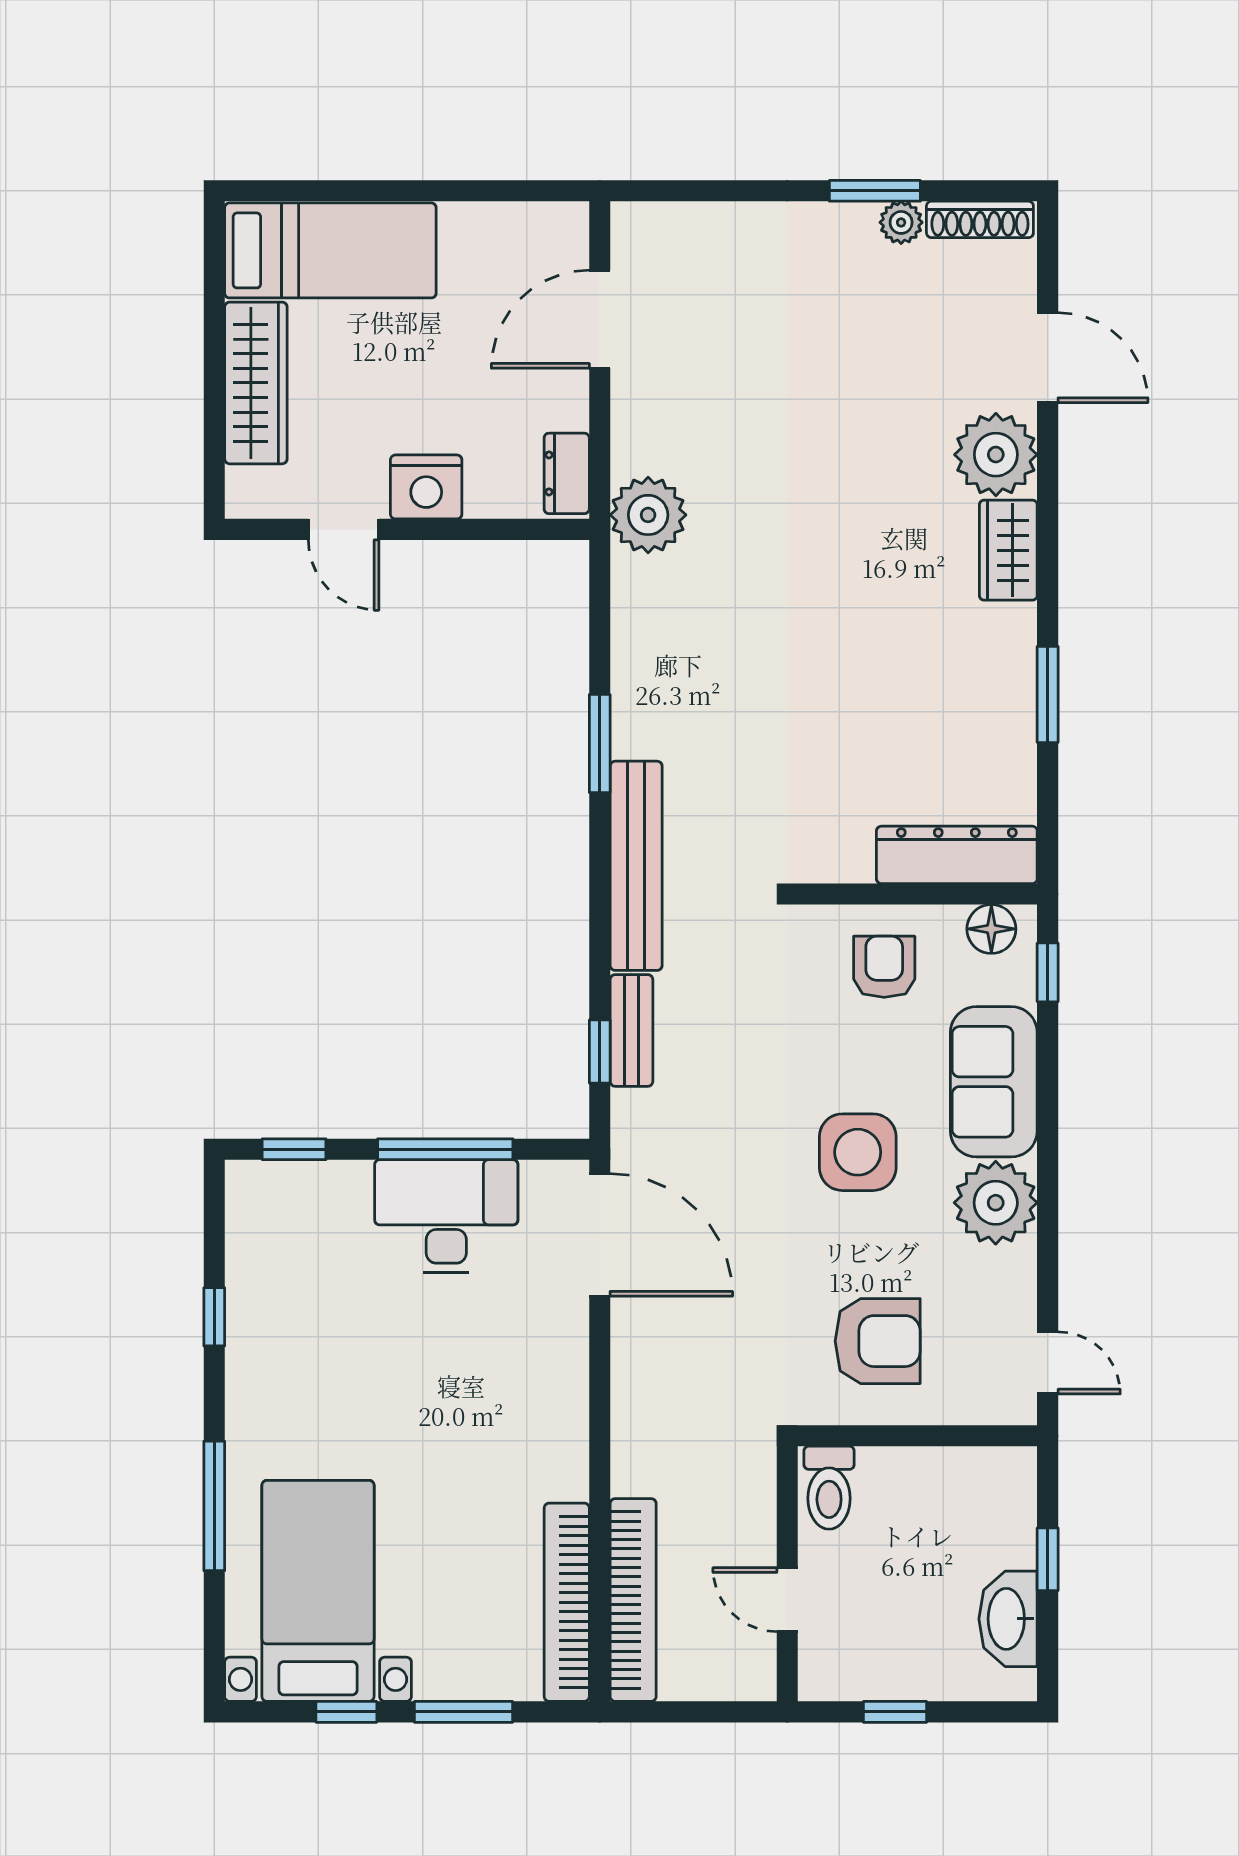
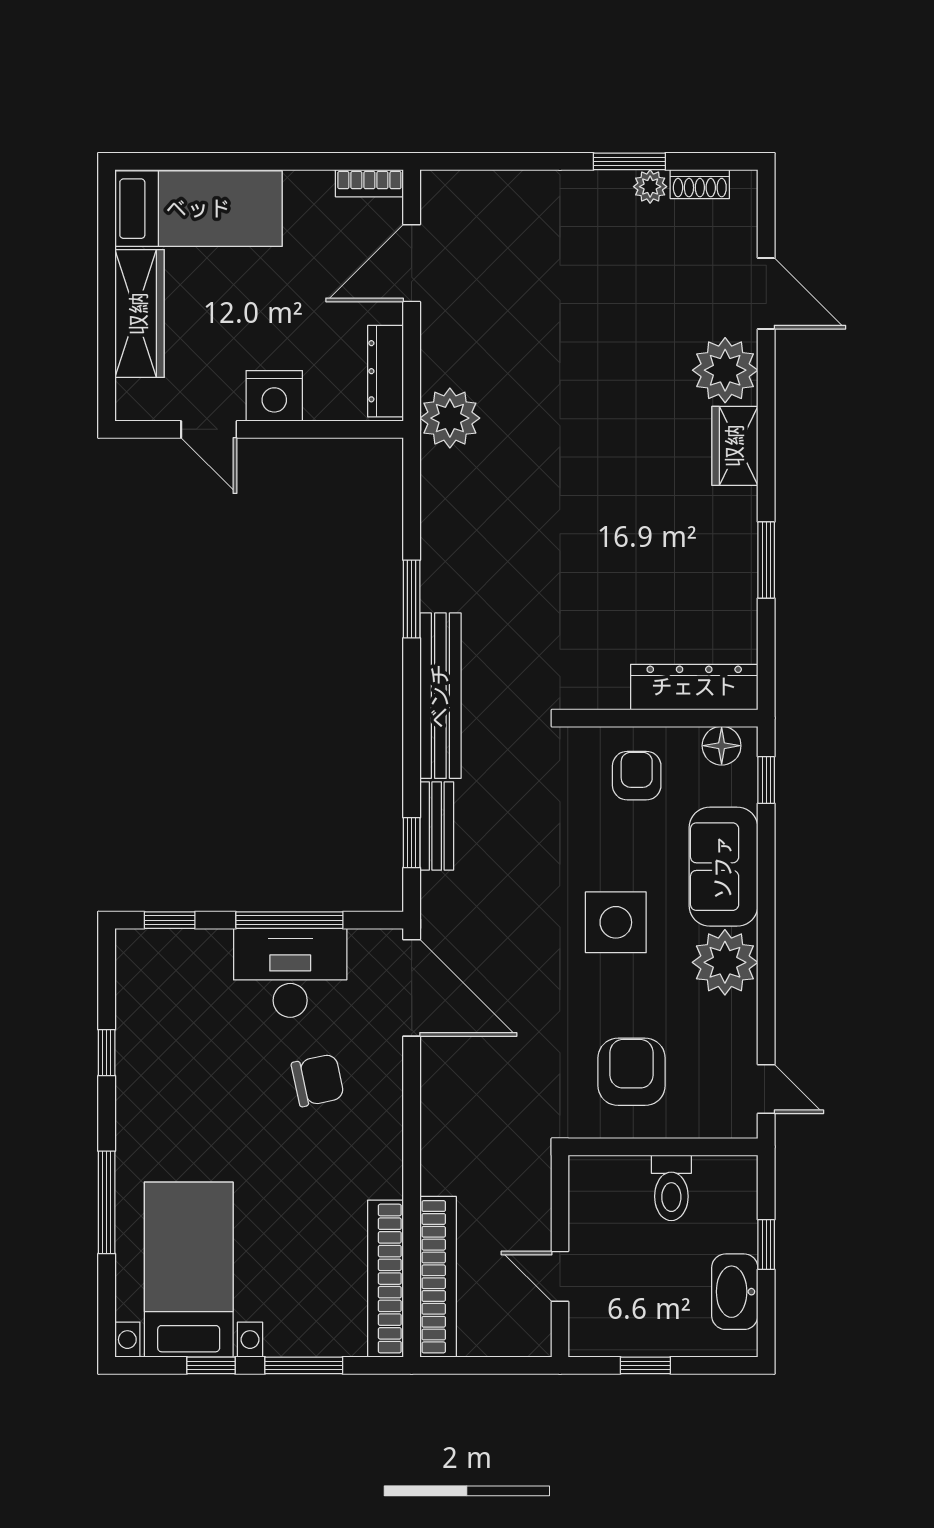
bookcase: (546, 218) -> (369, 183), added
shoe rack: (980, 219) -> (700, 184), width x0.70
dresser: (567, 473) -> (385, 371), width x1.44
armchair: (878, 1341) -> (632, 1072), turned -90
chair: (481, 1352) -> (318, 1080), added
toilet: (829, 1488) -> (671, 1188), moved

